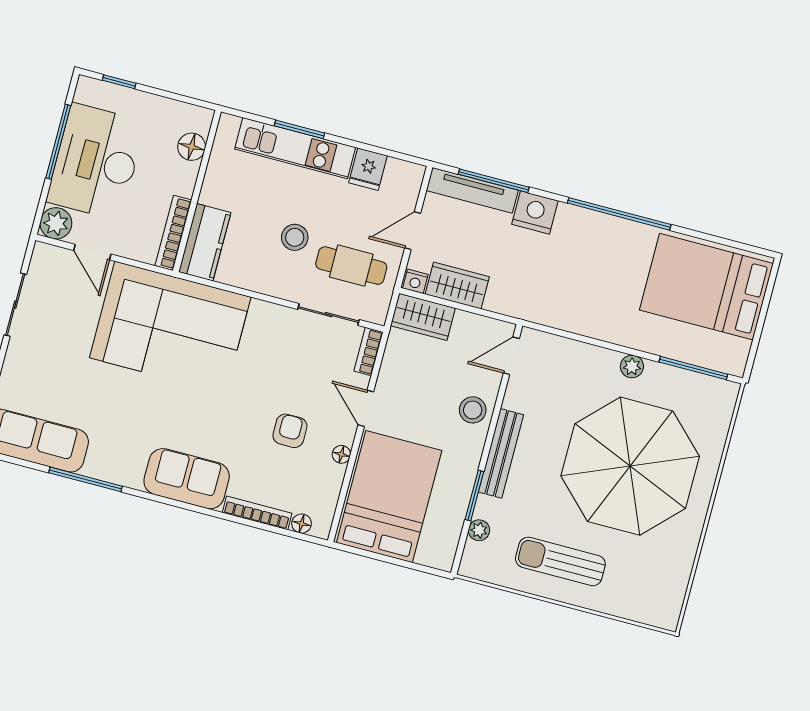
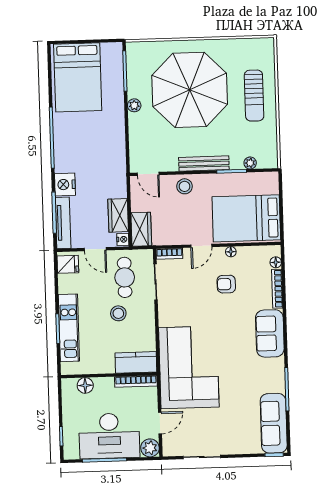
fridge: (368, 169) -> (68, 264), moved
sun lounger: (560, 561) -> (254, 96), moved

